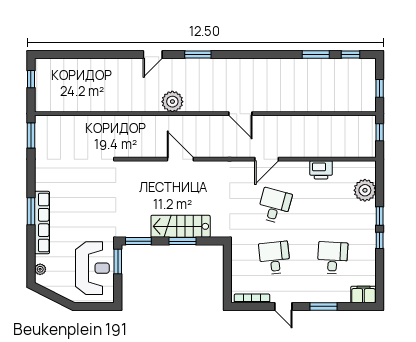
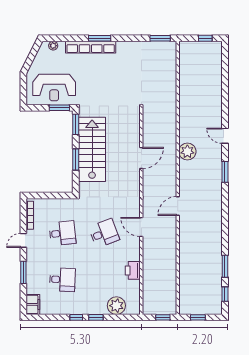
desk: (275, 206) -> (104, 233), turned -36
stairs: (181, 226) -> (92, 149), width x1.36, depth x1.51

